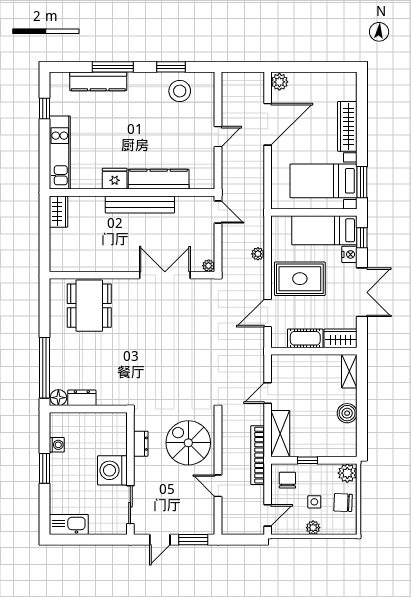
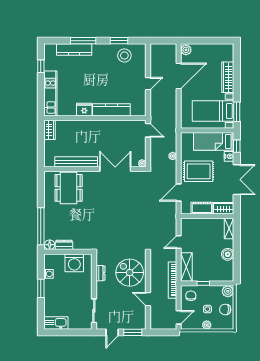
bench: (140, 204) -> (76, 162), moved
washing machine: (112, 470) -> (74, 263), moved, turned -90

